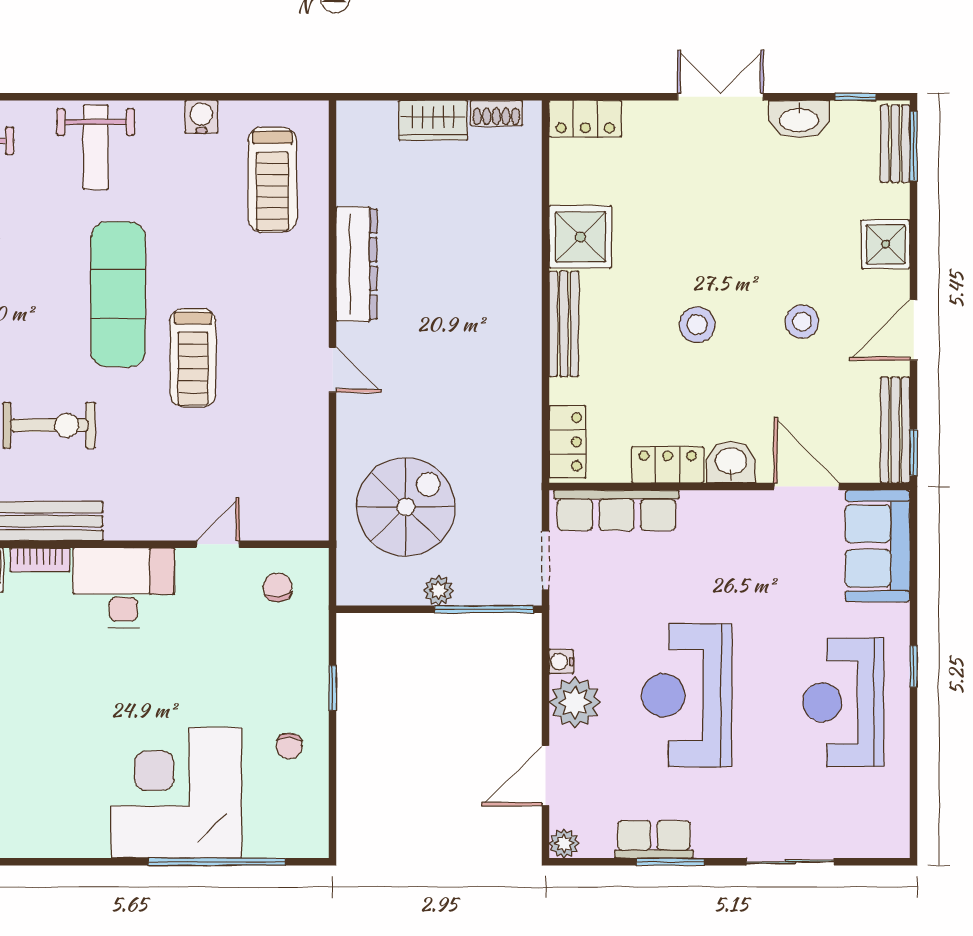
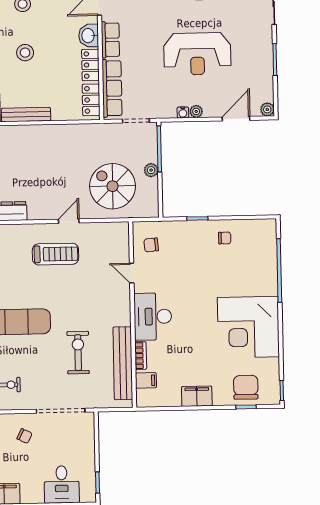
treadmill: (193, 358) -> (56, 254), moved
door: (333, 370) -> (69, 221), moved
locker: (567, 442) -> (91, 100), moved, turned -90
plant: (575, 702) -> (196, 111), width x0.53, depth x0.53
door: (546, 776) -> (236, 119), swing flipped
corner desk: (176, 793) -> (248, 327), moved
row of seats: (654, 839) -> (110, 40), moved, turned 180

